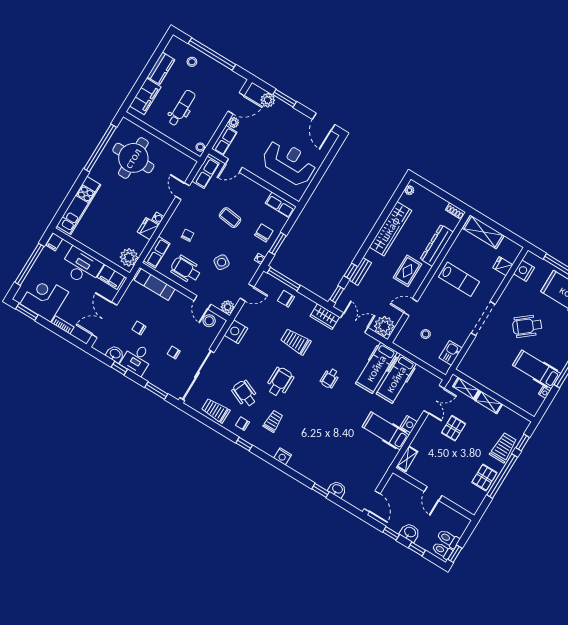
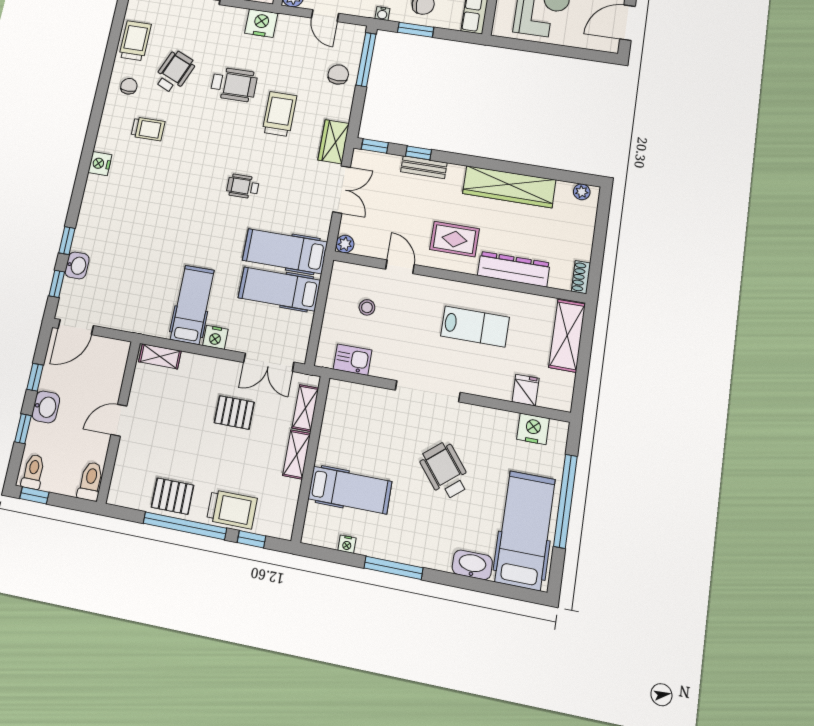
lab bench: (459, 279) -> (475, 327), turned -90
plant: (384, 326) -> (345, 244), width x0.53, depth x0.53
hospital bed: (537, 369) -> (350, 490), moved, turned 90
wheelchair: (280, 382) -> (234, 84), moved
window: (244, 444) -> (57, 284), moved
toilet: (448, 539) -> (90, 481), moved

